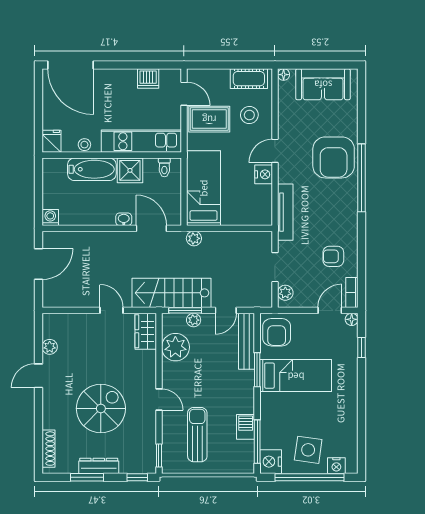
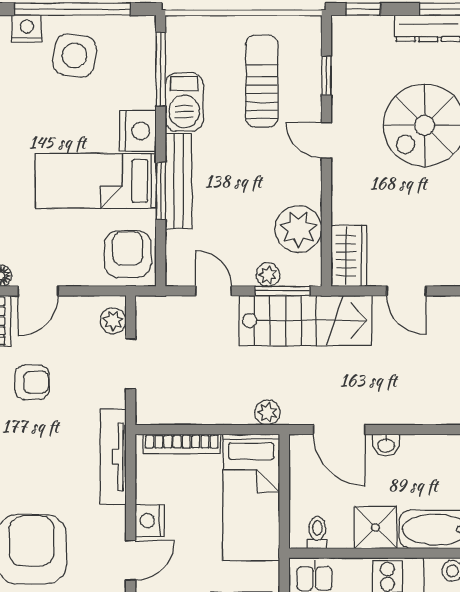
bookcase: (245, 220) -> (182, 444), added
door: (226, 310) -> (214, 291), hinge flipped
bench: (247, 341) -> (179, 181), moved
barbecue: (246, 427) -> (184, 102), width x1.38, depth x1.27
sun lounger: (197, 435) -> (262, 81), turned 180
window: (159, 456) -> (326, 75), moved
nightstand: (271, 462) -> (138, 131), moved

